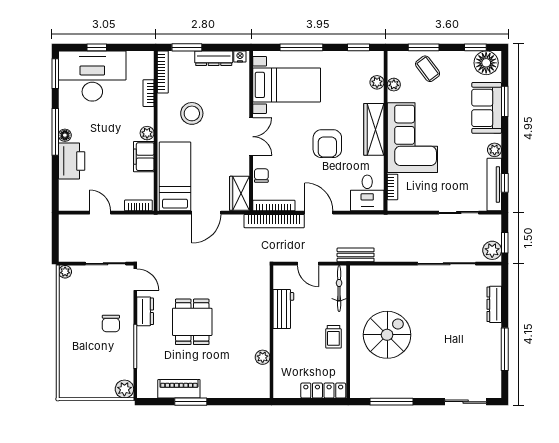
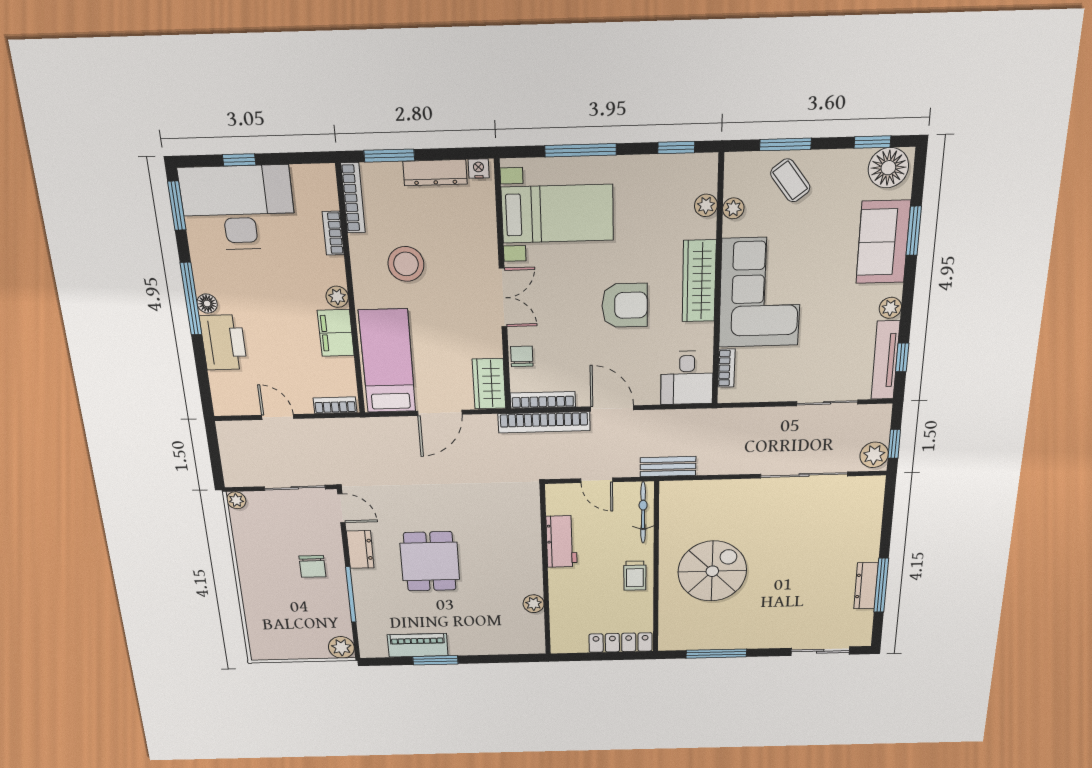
armchair: (327, 144) -> (625, 305), turned -90
dresser: (494, 304) -> (866, 586), moved

